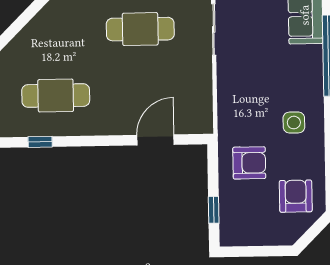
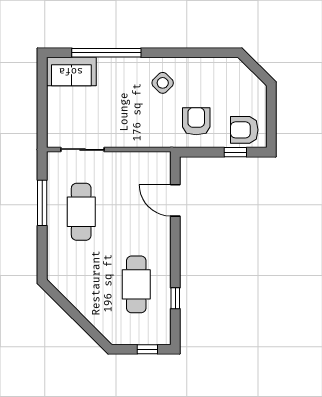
side table: (294, 123) -> (163, 83), turned 45
armchair: (296, 196) -> (244, 130), moved

